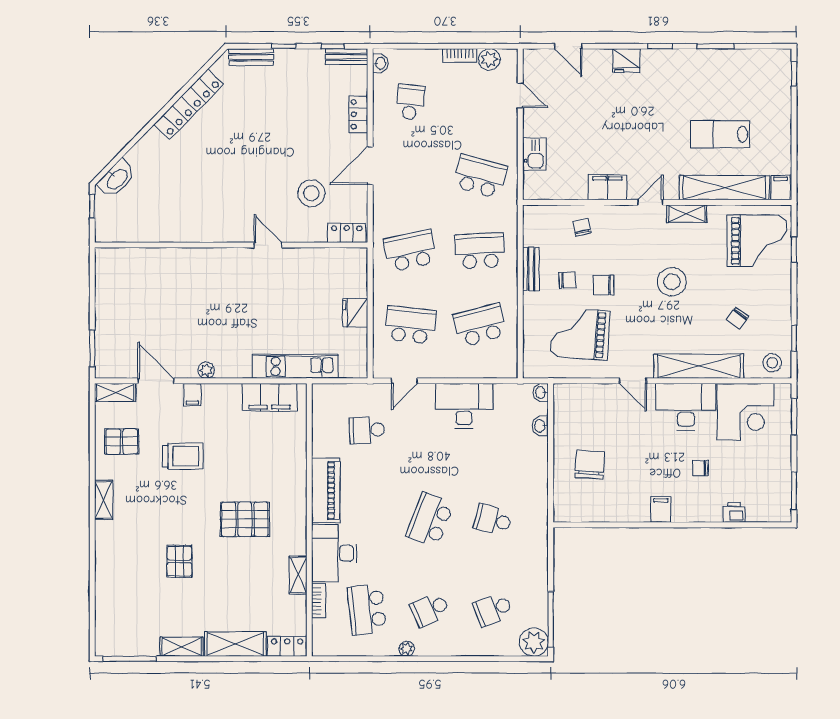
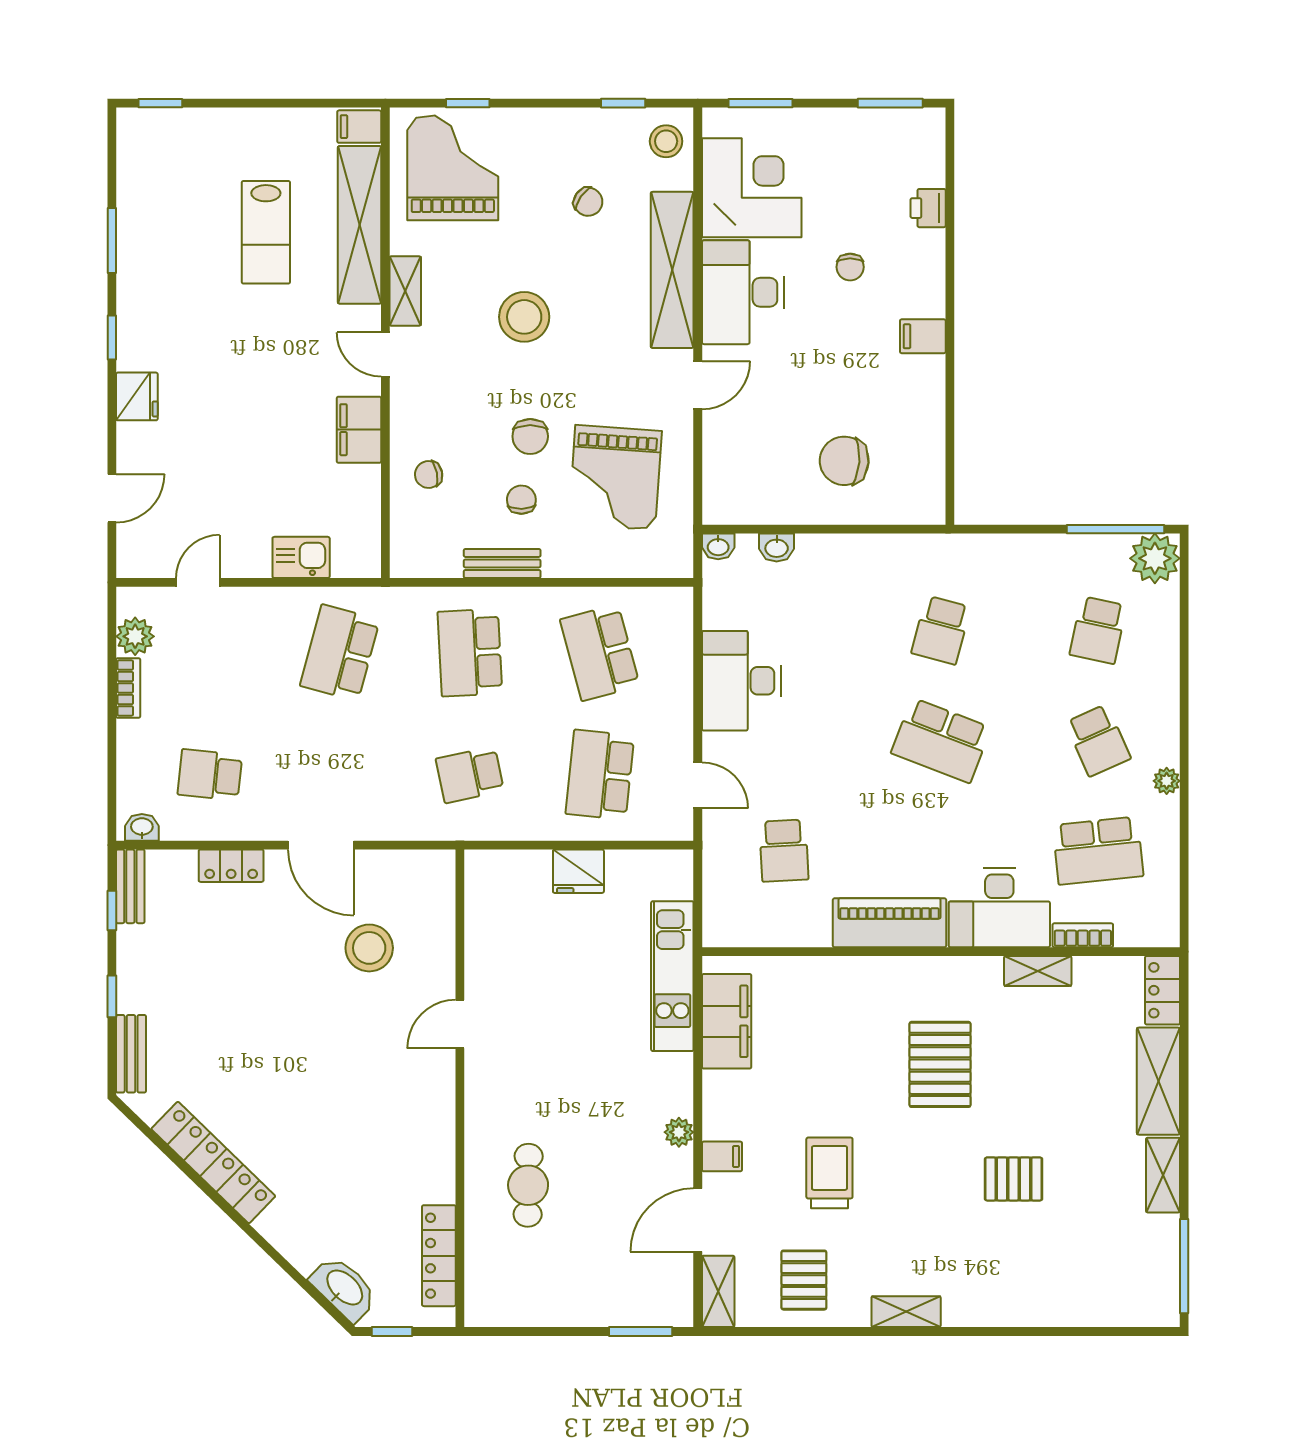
locker: (347, 233) -> (439, 1256), moved, width x1.53
school desk: (410, 251) -> (470, 775), width x0.54
cafe table: (176, 284) -> (528, 1185), added
school desk: (493, 610) -> (1098, 630), turned 33

